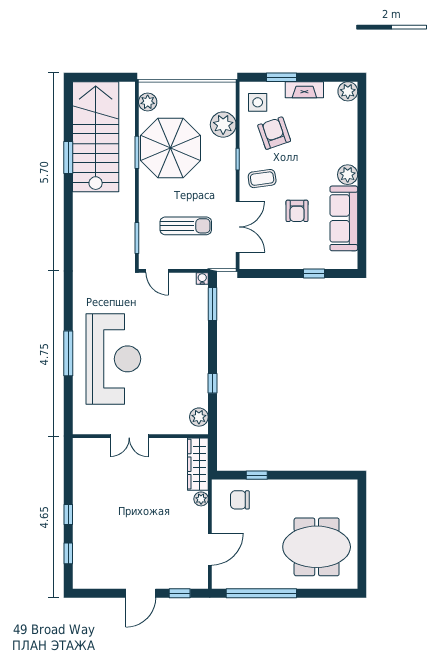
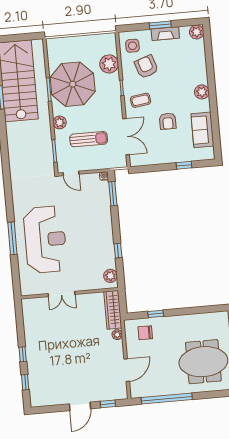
window: (281, 77) -> (160, 25), moved
plant: (148, 102) -> (60, 122), moved
sofa: (344, 218) -> (202, 130), width x0.73

